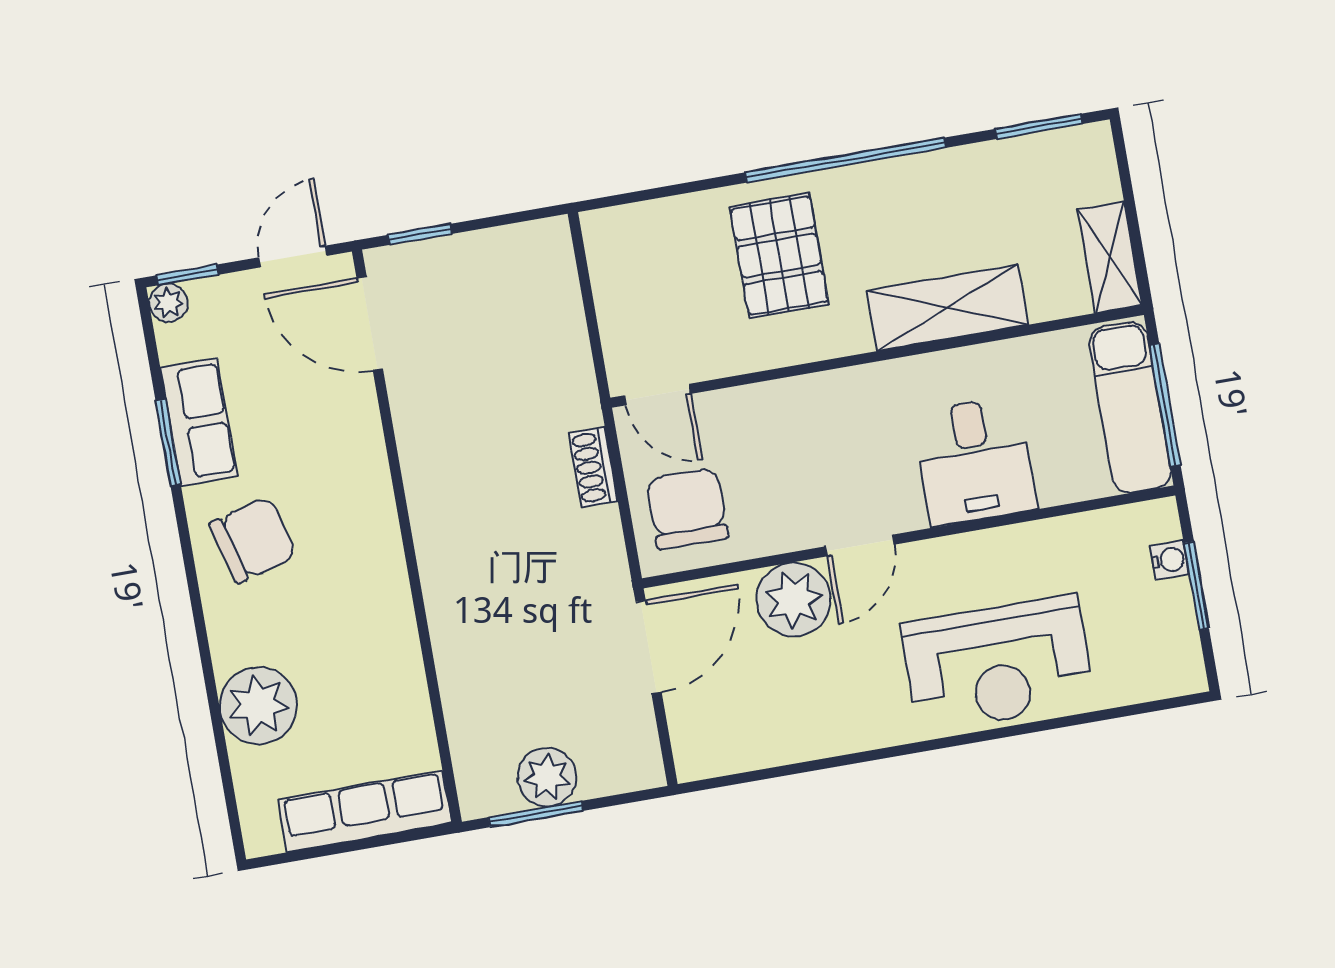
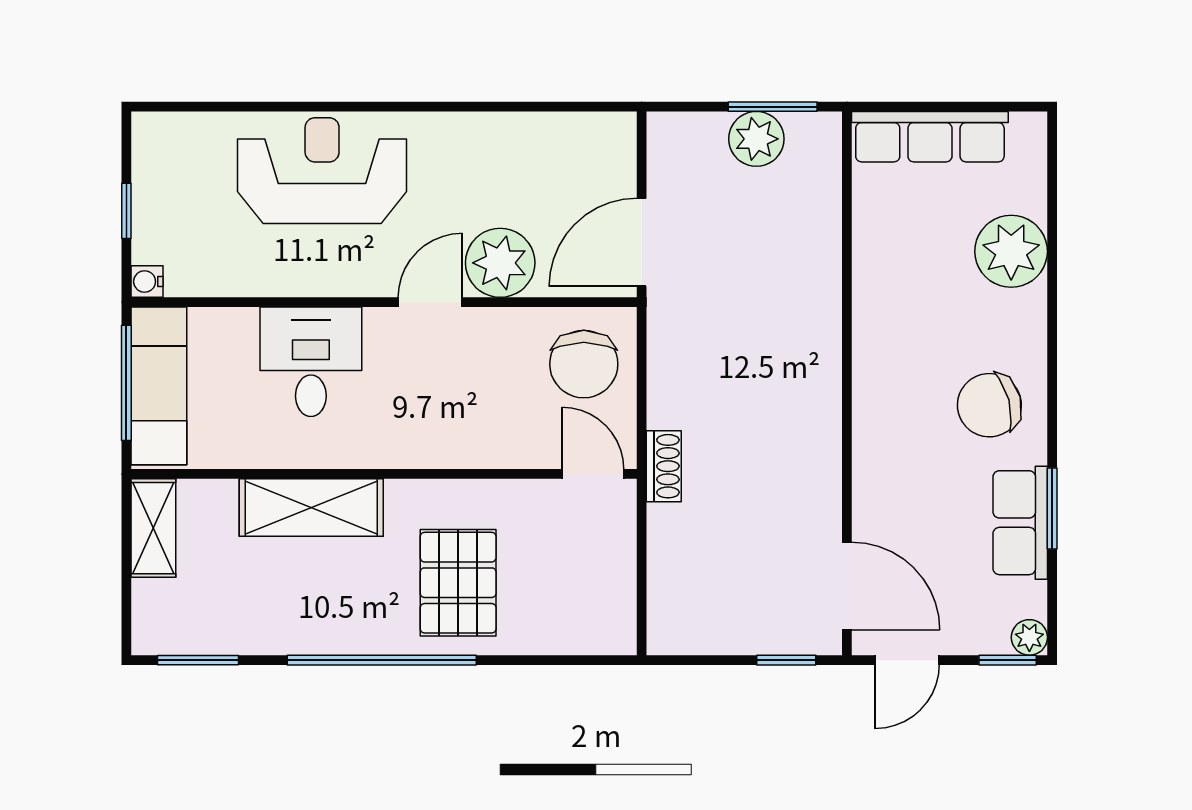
shoe rack: (593, 467) -> (664, 466), moved
water cooler: (1169, 560) -> (147, 282), moved
window: (1196, 586) -> (126, 211), width x0.67

